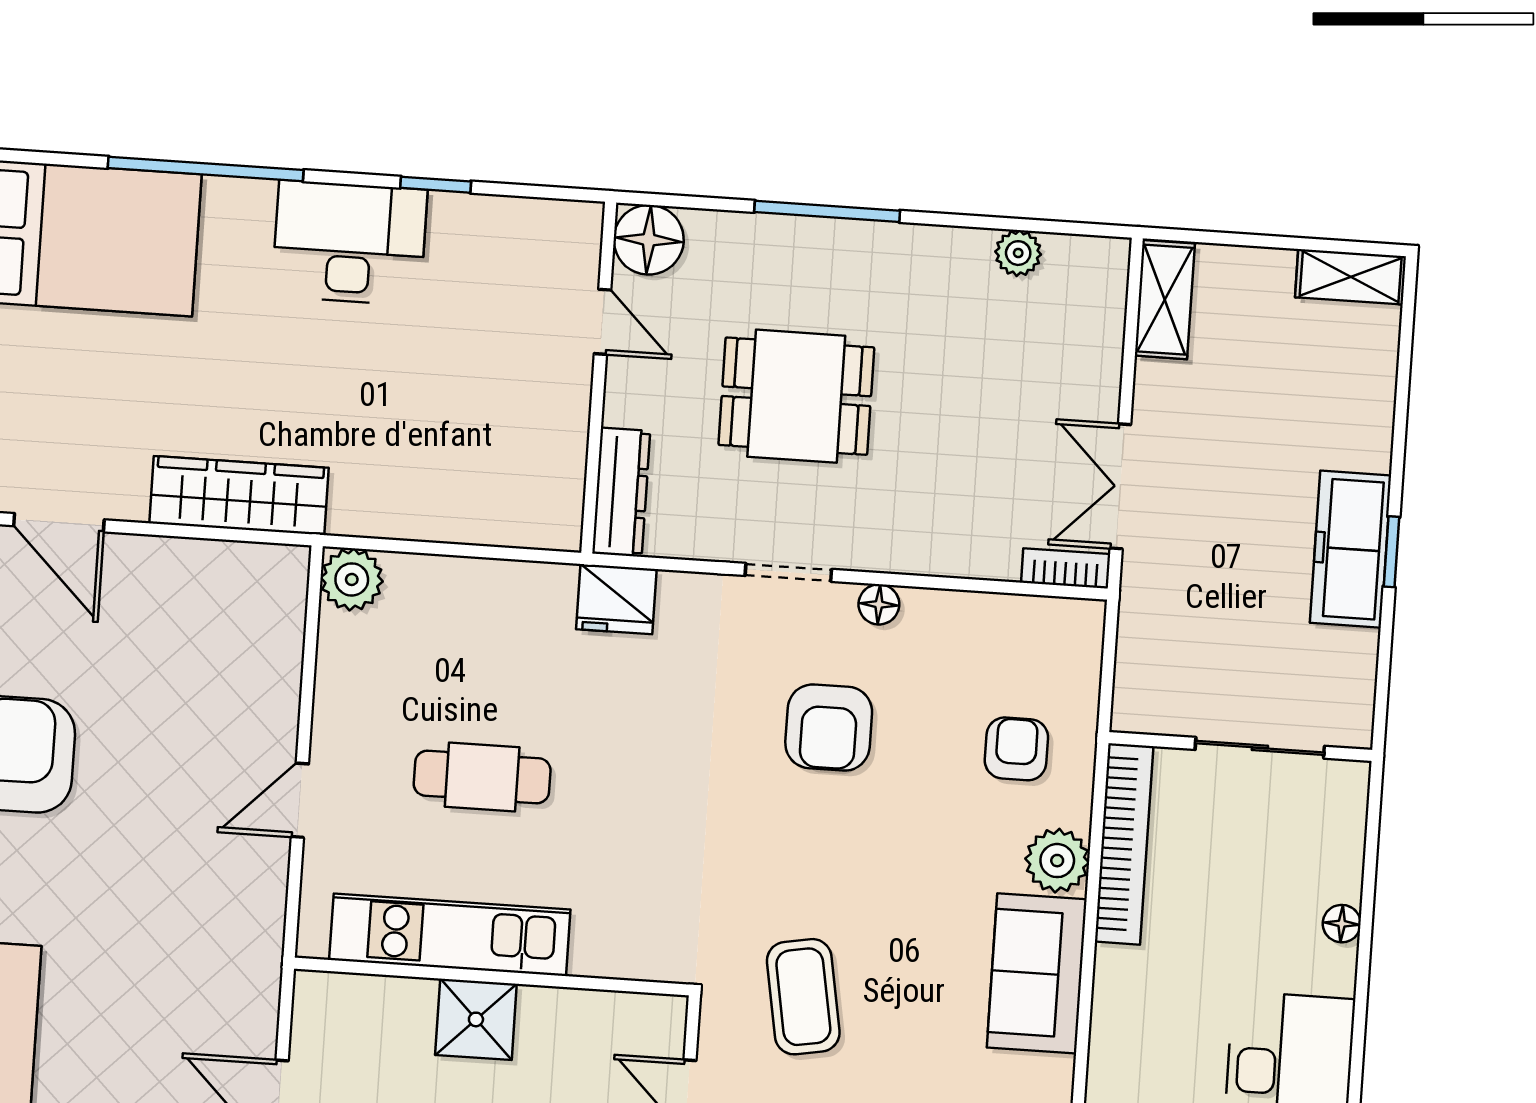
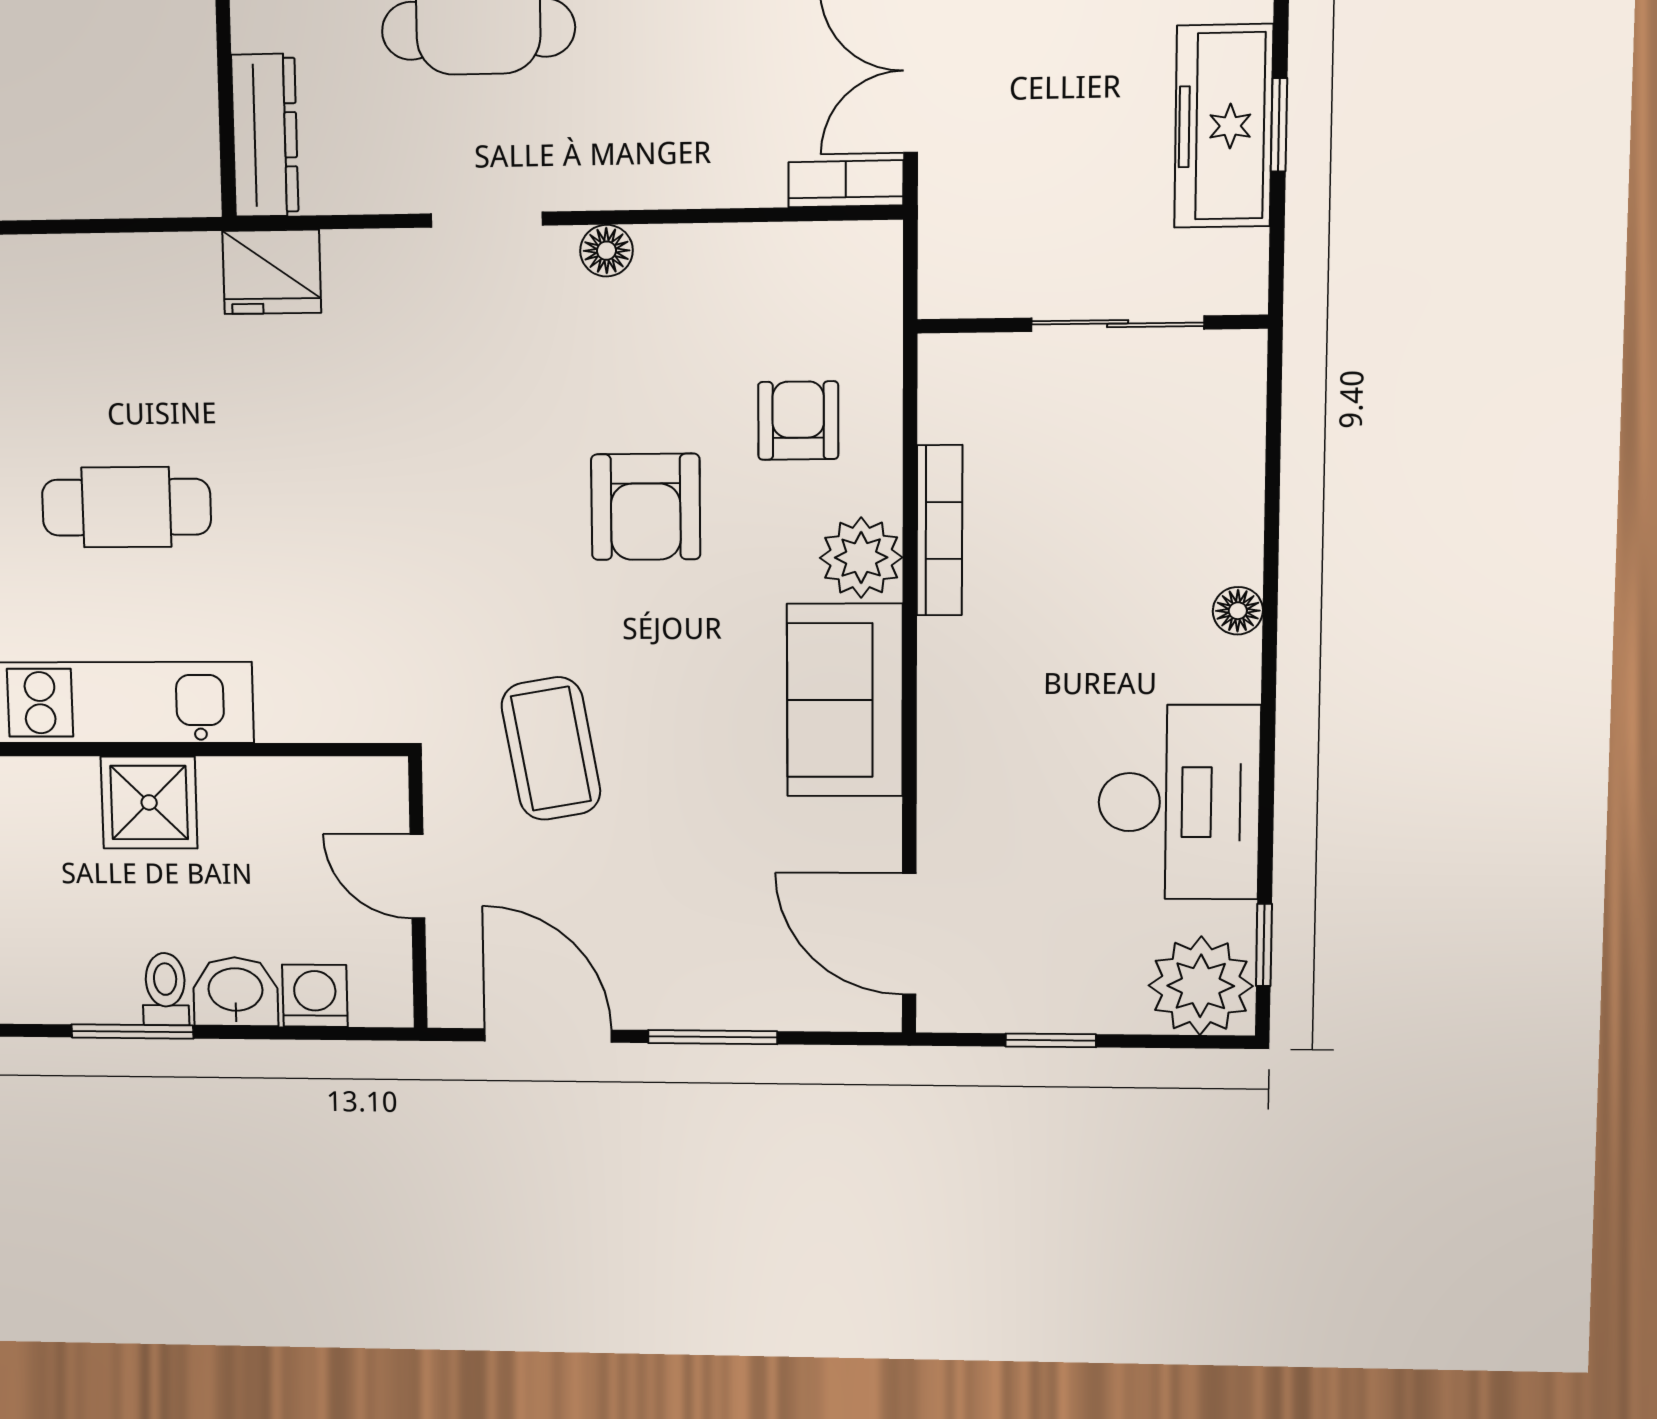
armchair: (829, 728) -> (646, 507), moved
wall: (1240, 747) -> (1092, 324), moved
sliding door: (1260, 748) -> (1118, 324), moved
bookcase: (1124, 844) -> (939, 530), width x0.68, depth x0.76

